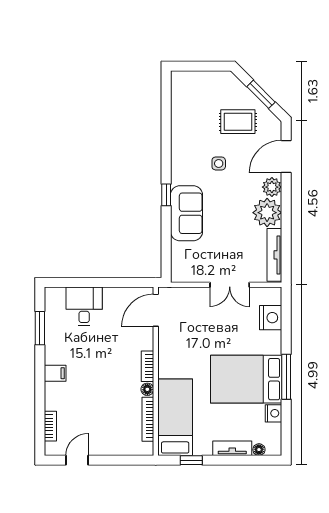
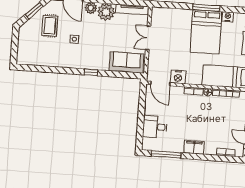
sofa: (187, 213) -> (127, 62), moved
double door: (230, 285) -> (148, 38), swing flipped
nightstand: (271, 318) -> (178, 77), moved, turned 180
window: (40, 328) -> (166, 154), width x1.44
filing cabinet: (55, 373) -> (194, 147), width x2.00

